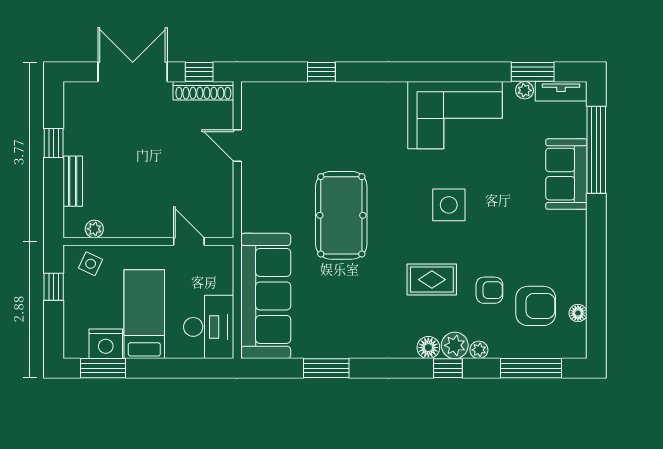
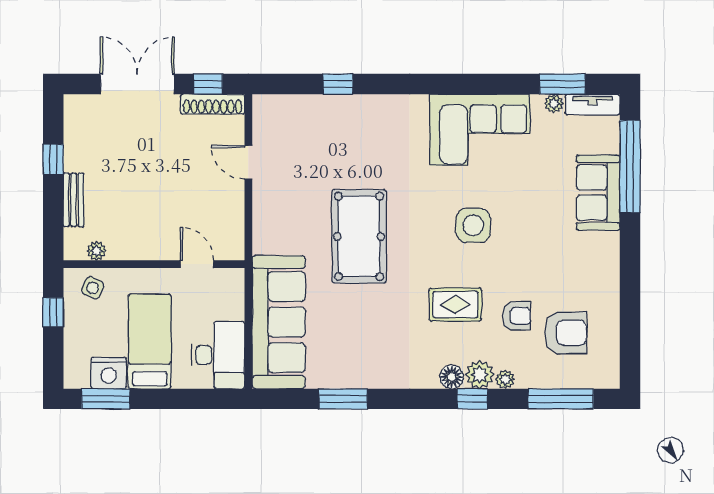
floor lamp: (578, 313) -> (611, 340), removed

